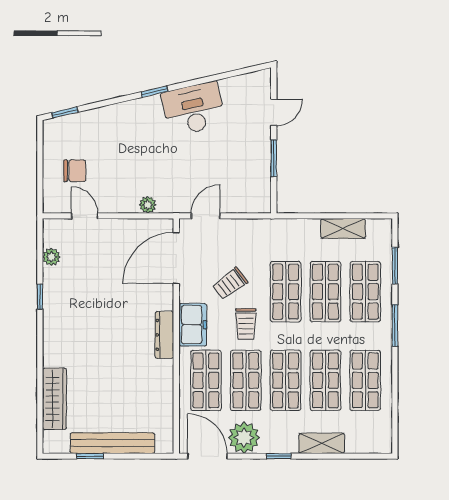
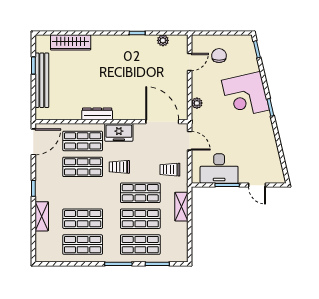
desk: (193, 109) -> (219, 169), moved, turned 103
corner desk: (135, 130) -> (245, 95), added
chair: (75, 171) -> (219, 56), turned 180
shelving: (343, 229) -> (181, 207), moved
trolley: (230, 284) -> (170, 170), moved, turned -53
dresser: (164, 335) -> (97, 114), moved
shop shelf: (286, 380) -> (83, 193), removed
plant: (244, 438) -> (45, 166), removed

